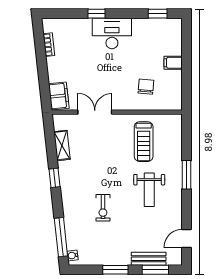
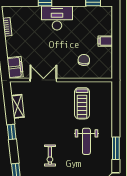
window: (186, 175) -> (116, 148), moved

